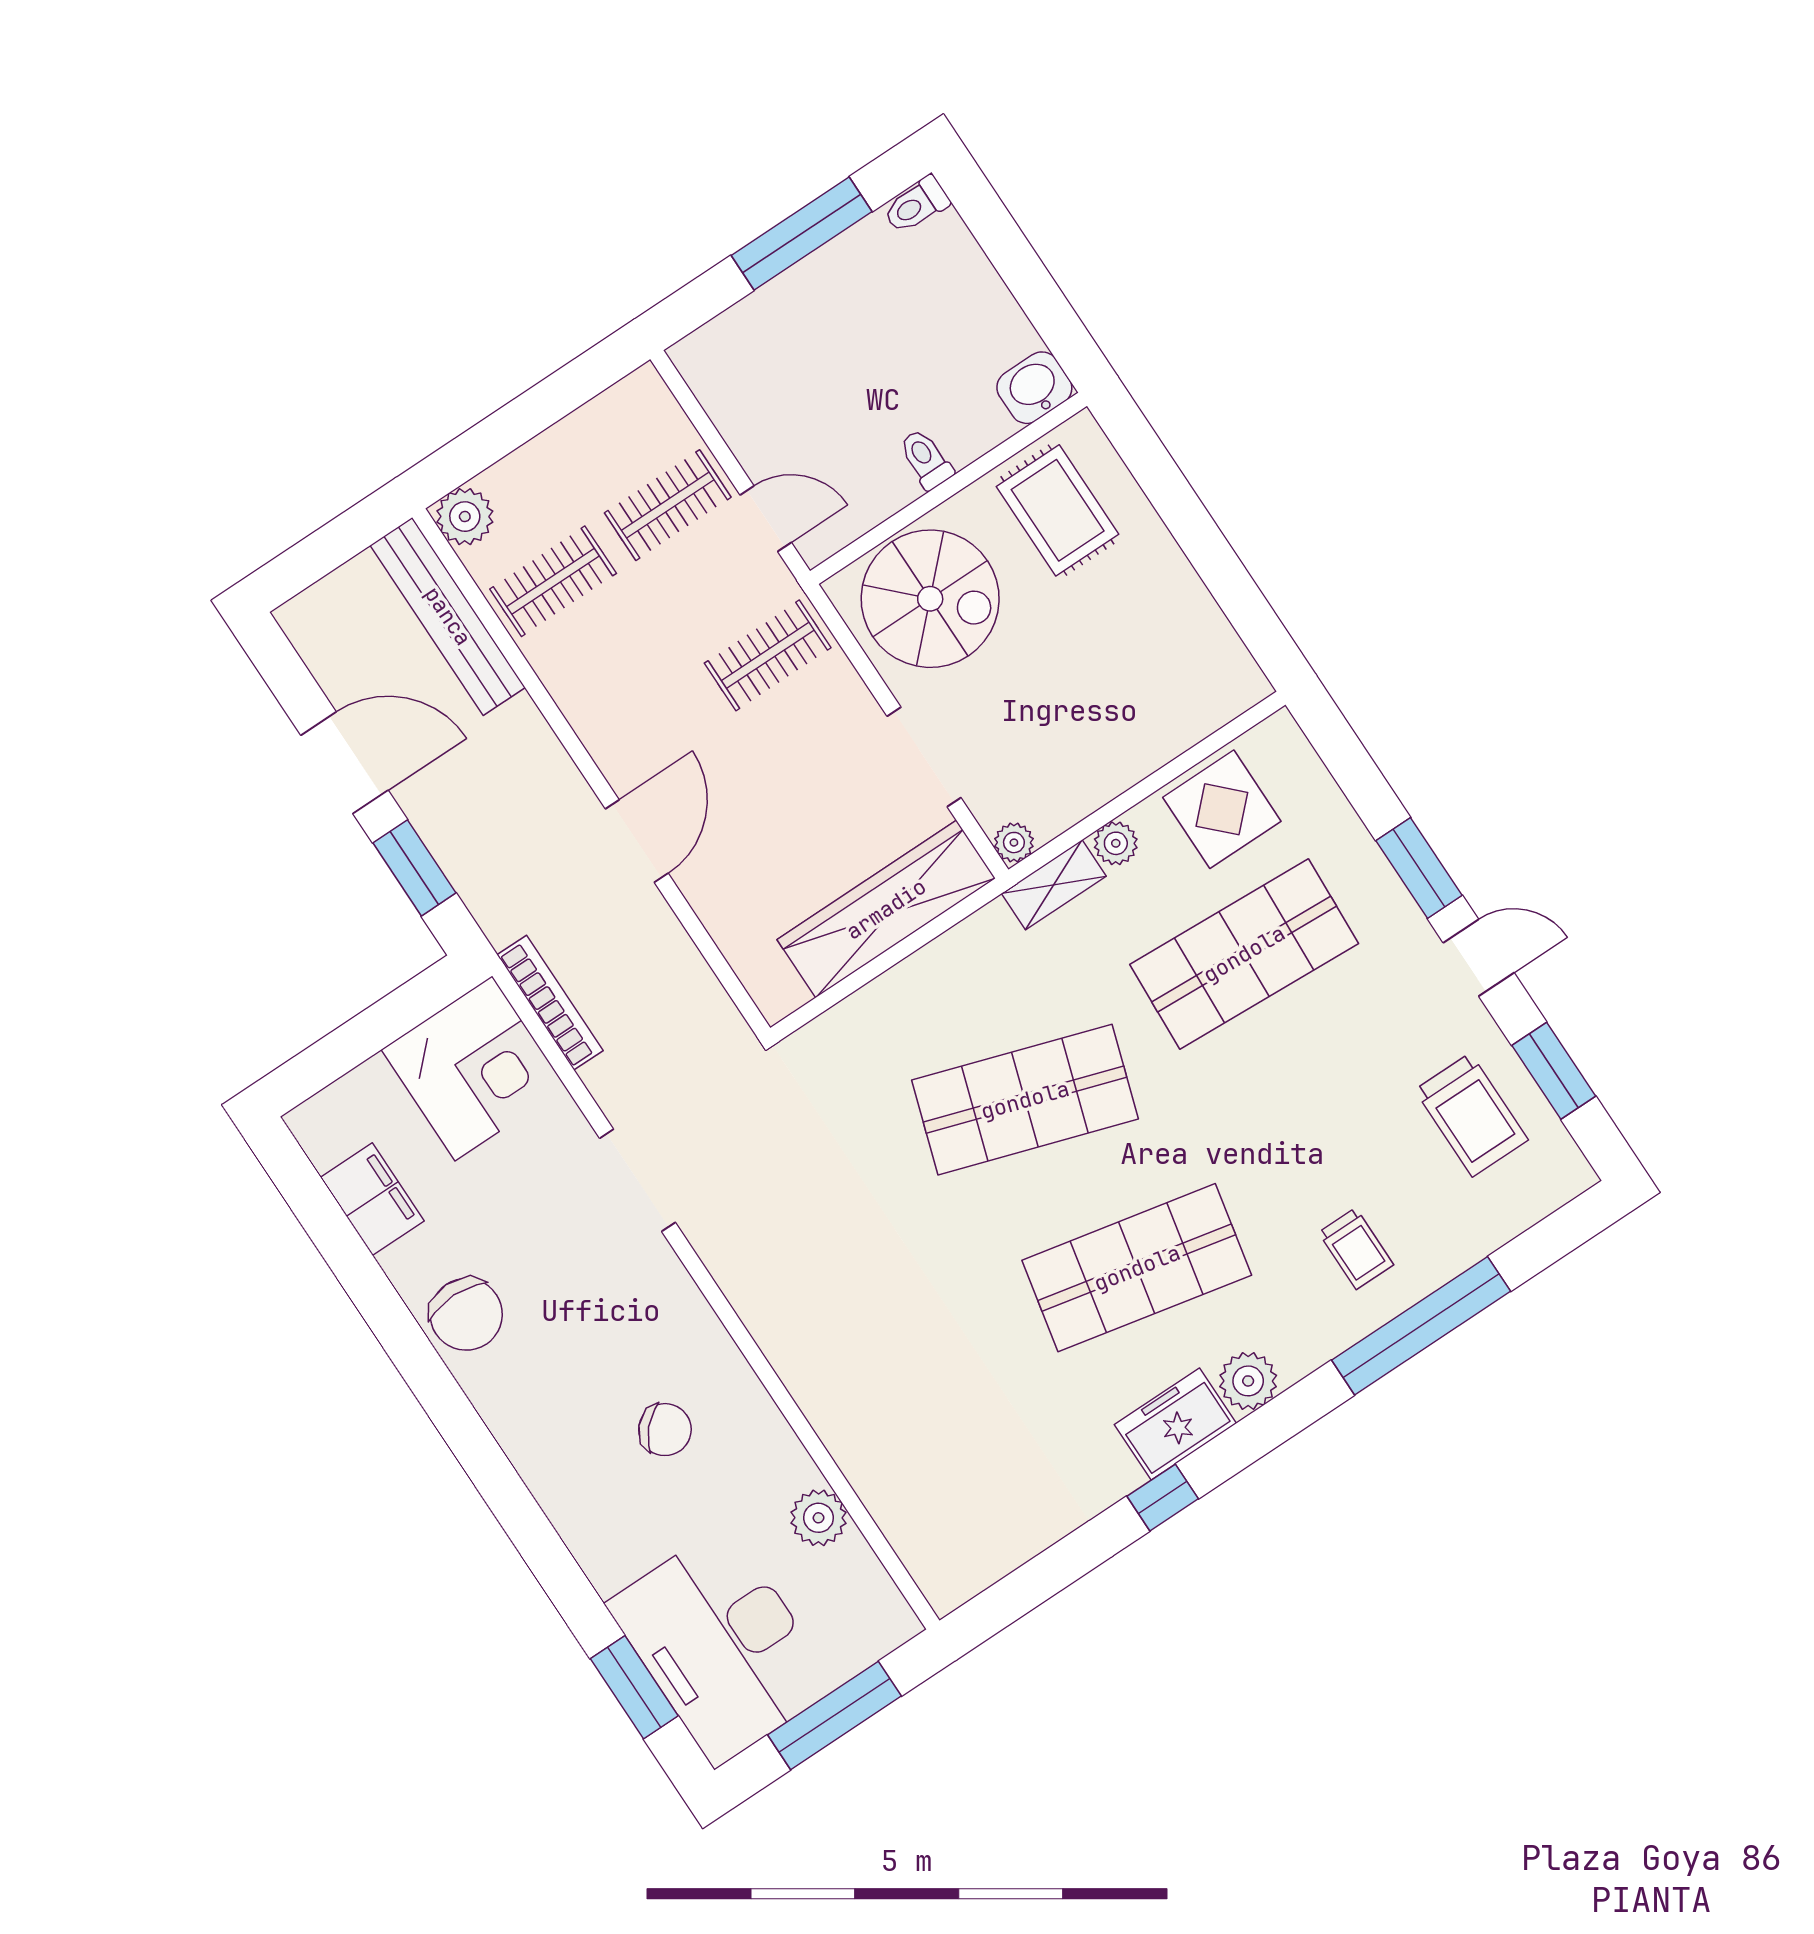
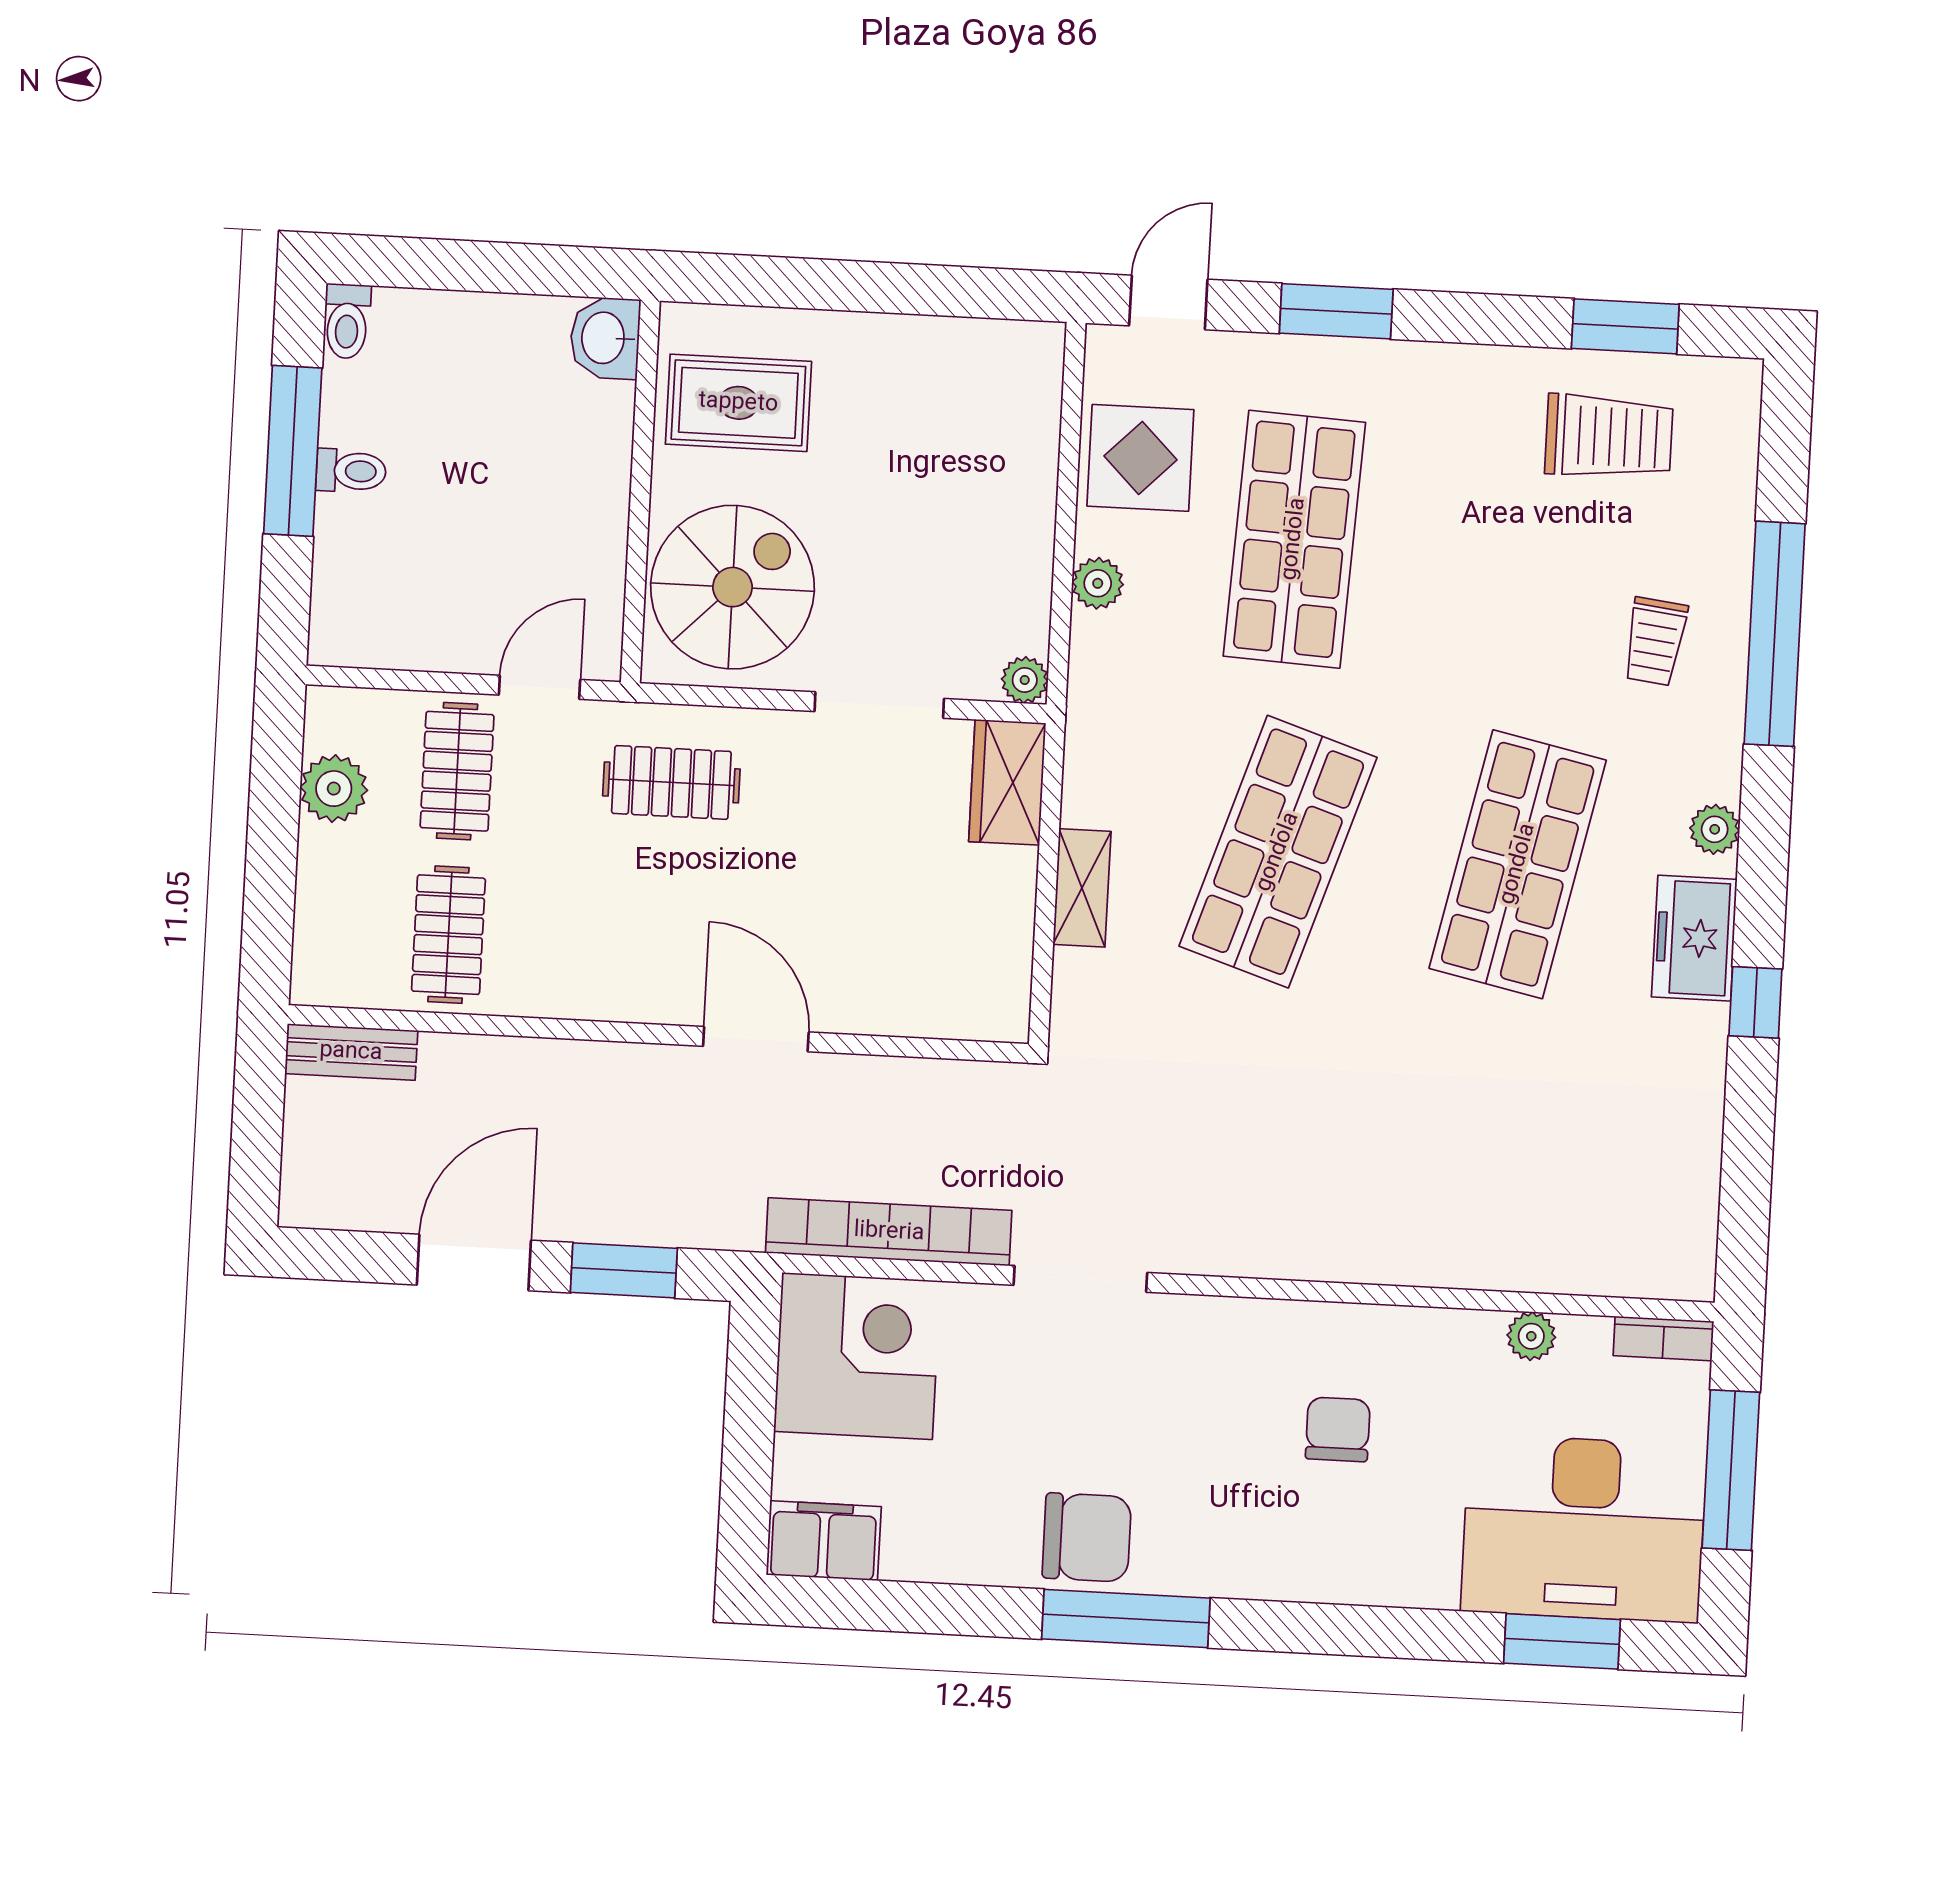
toilet: (926, 459) -> (351, 471), moved, turned 180
plant: (465, 517) -> (334, 789), moved
bench: (448, 616) -> (351, 1052), width x0.54, depth x0.82
clothes rail: (768, 655) -> (671, 782), turned 90
shelving: (1054, 885) -> (1082, 888), moved
wardrobe: (886, 909) -> (1007, 782), width x0.48, depth x0.85
door: (1479, 958) -> (1168, 302), moved
bookcase: (550, 1003) -> (889, 1232), width x1.48, depth x1.31
filing cabinet: (372, 1199) -> (824, 1541), moved
trolley: (1356, 1249) -> (1655, 641), turned 97
window: (431, 1381) -> (1126, 1619), added
plant: (1248, 1381) -> (1715, 829), width x0.73, depth x0.73
chair: (665, 1430) -> (1338, 1429), turned -43
plant: (818, 1518) -> (1531, 1336), width x0.73, depth x0.73
bookcase: (890, 1604) -> (1664, 1338), added

